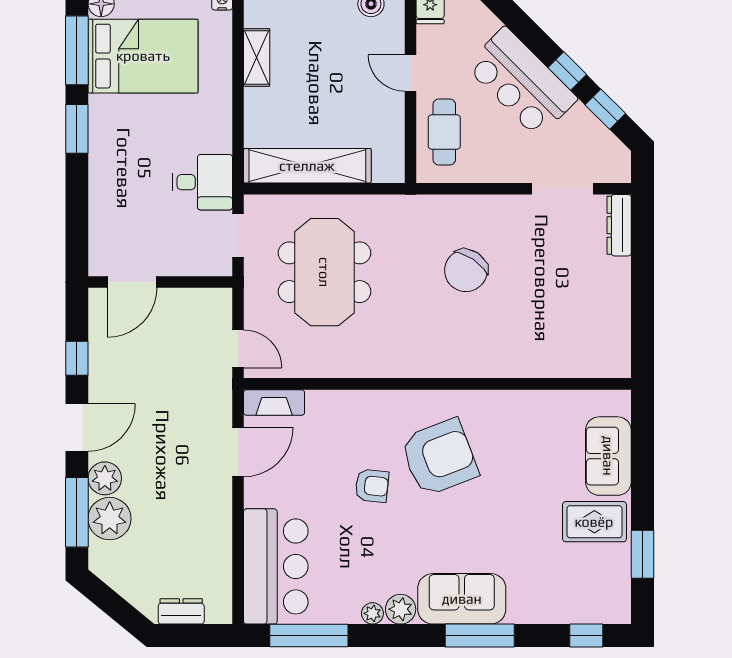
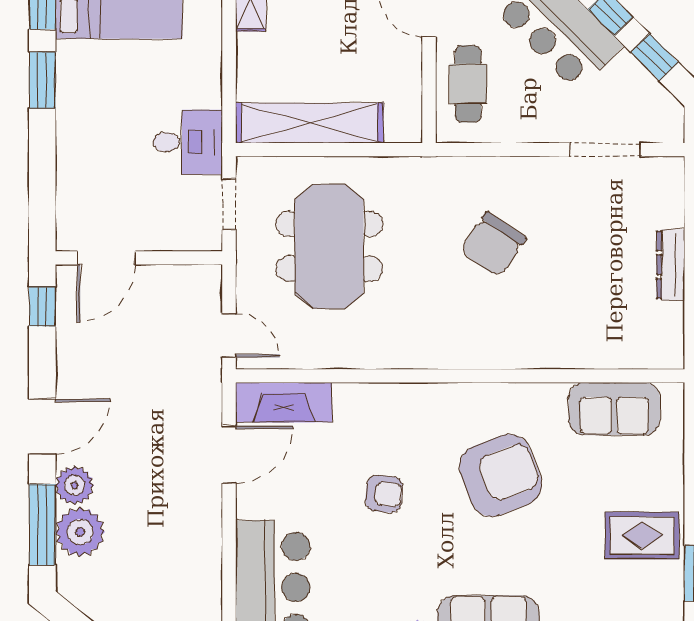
dresser: (619, 225) -> (671, 265), moved
window: (77, 358) -> (42, 306), moved
fireplace: (274, 402) -> (284, 402), width x1.37, depth x1.32
sofa: (608, 456) -> (614, 409), moved, turned -90
armchair: (439, 457) -> (501, 475), moved

